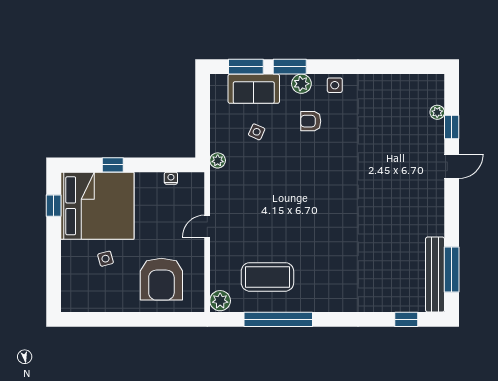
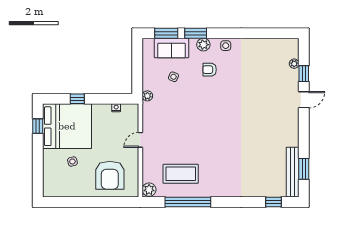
window: (452, 270) -> (304, 169), width x0.69

